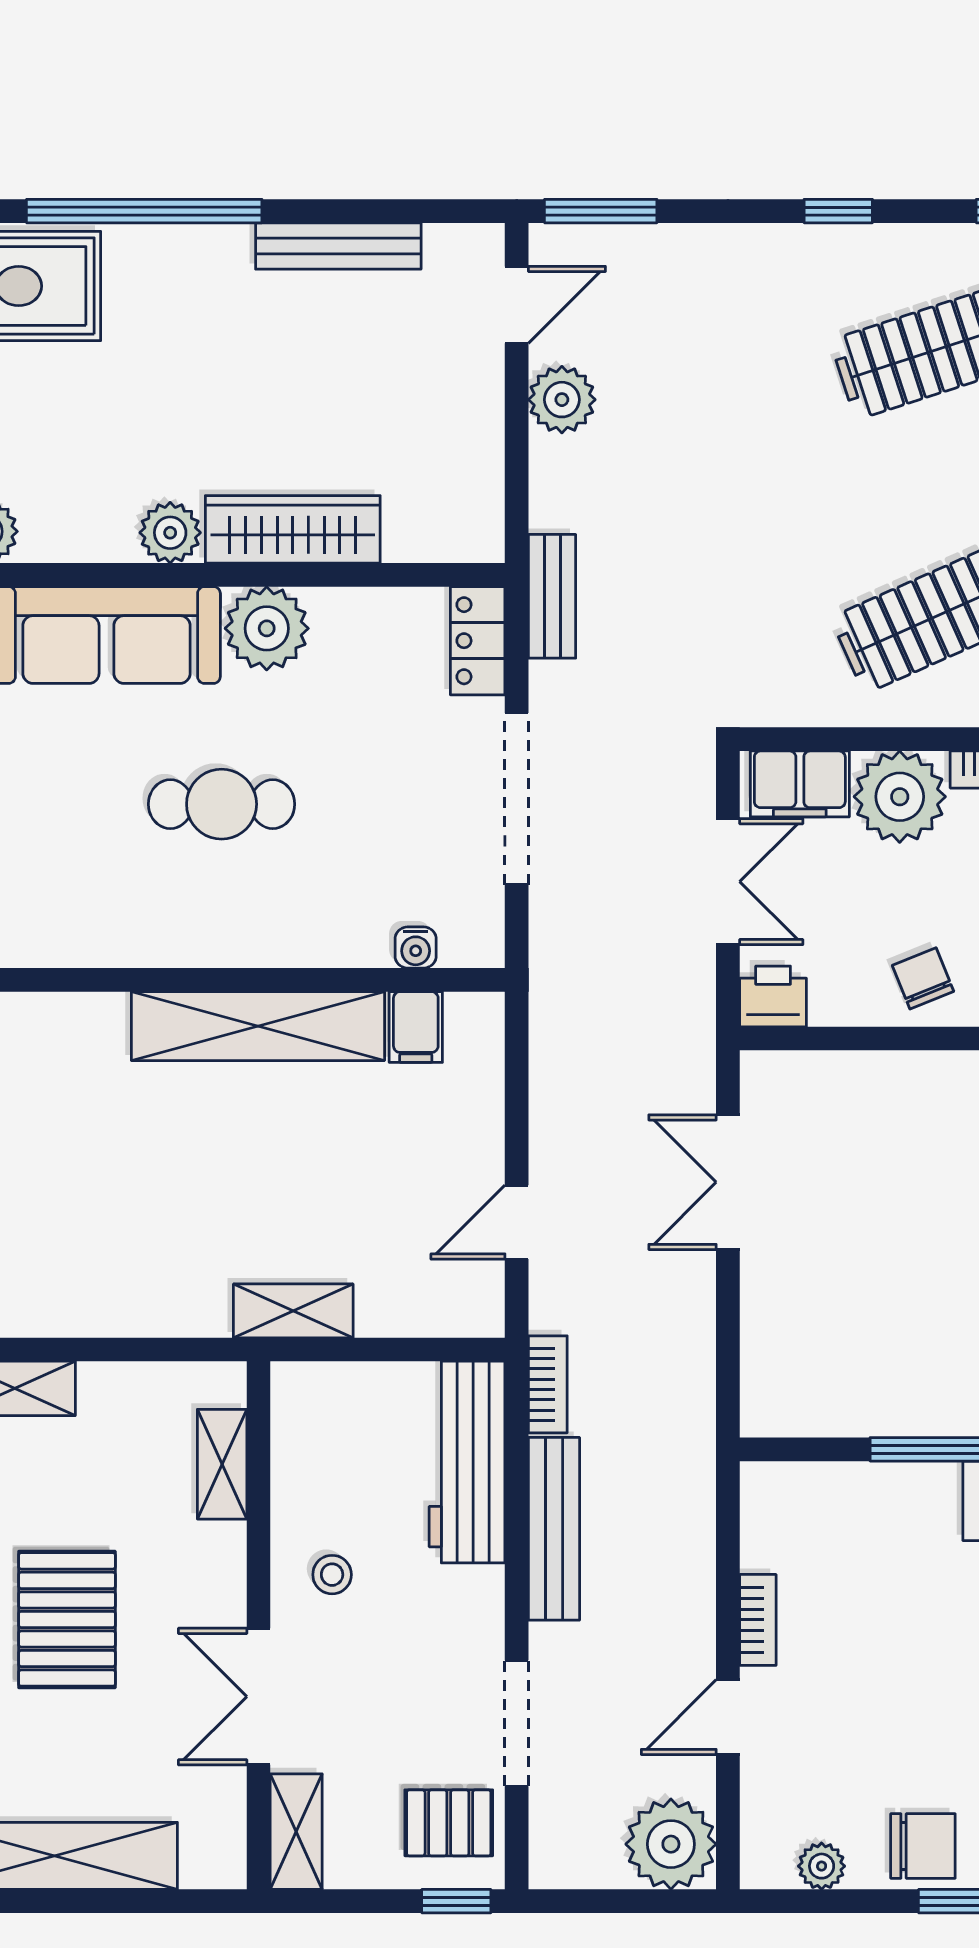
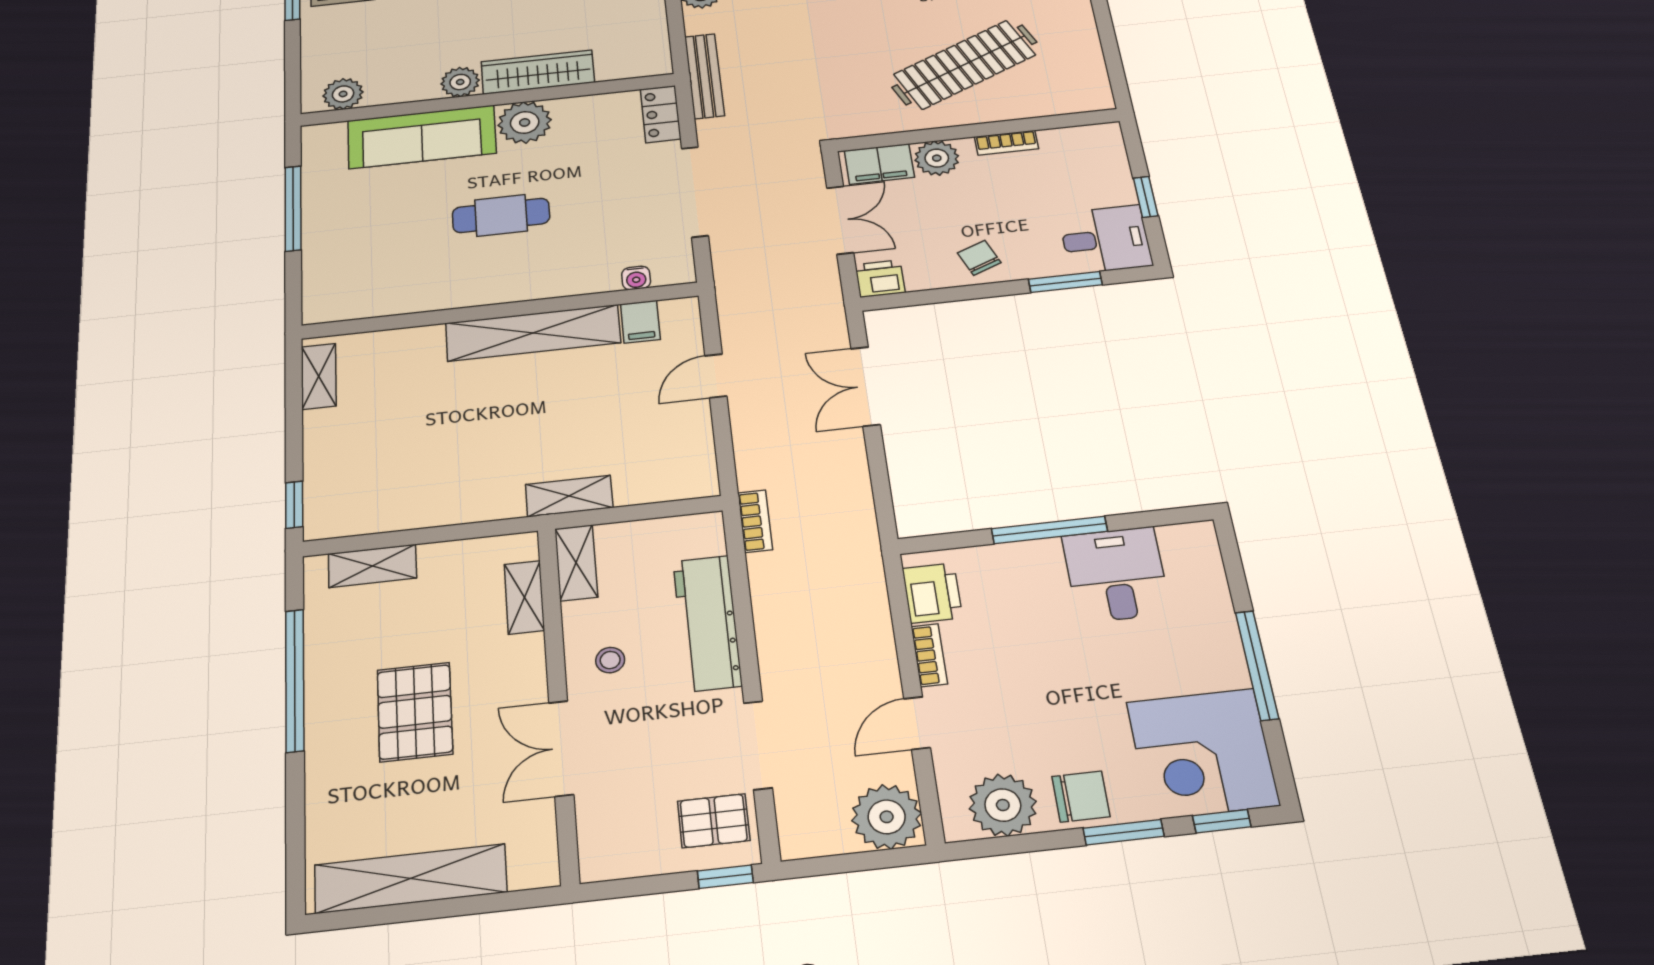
bench: (552, 596) -> (704, 76), width x1.36
plant: (900, 797) -> (937, 158), width x0.73, depth x0.73
door: (517, 1222) -> (716, 376), moved
workbench: (467, 1462) -> (707, 623), moved
printer: (775, 1527) -> (932, 593), added
bench: (554, 1529) -> (770, 612), removed
shelving: (296, 1832) -> (576, 563), moved
plant: (822, 1866) -> (1003, 805), width x1.87, depth x1.87

